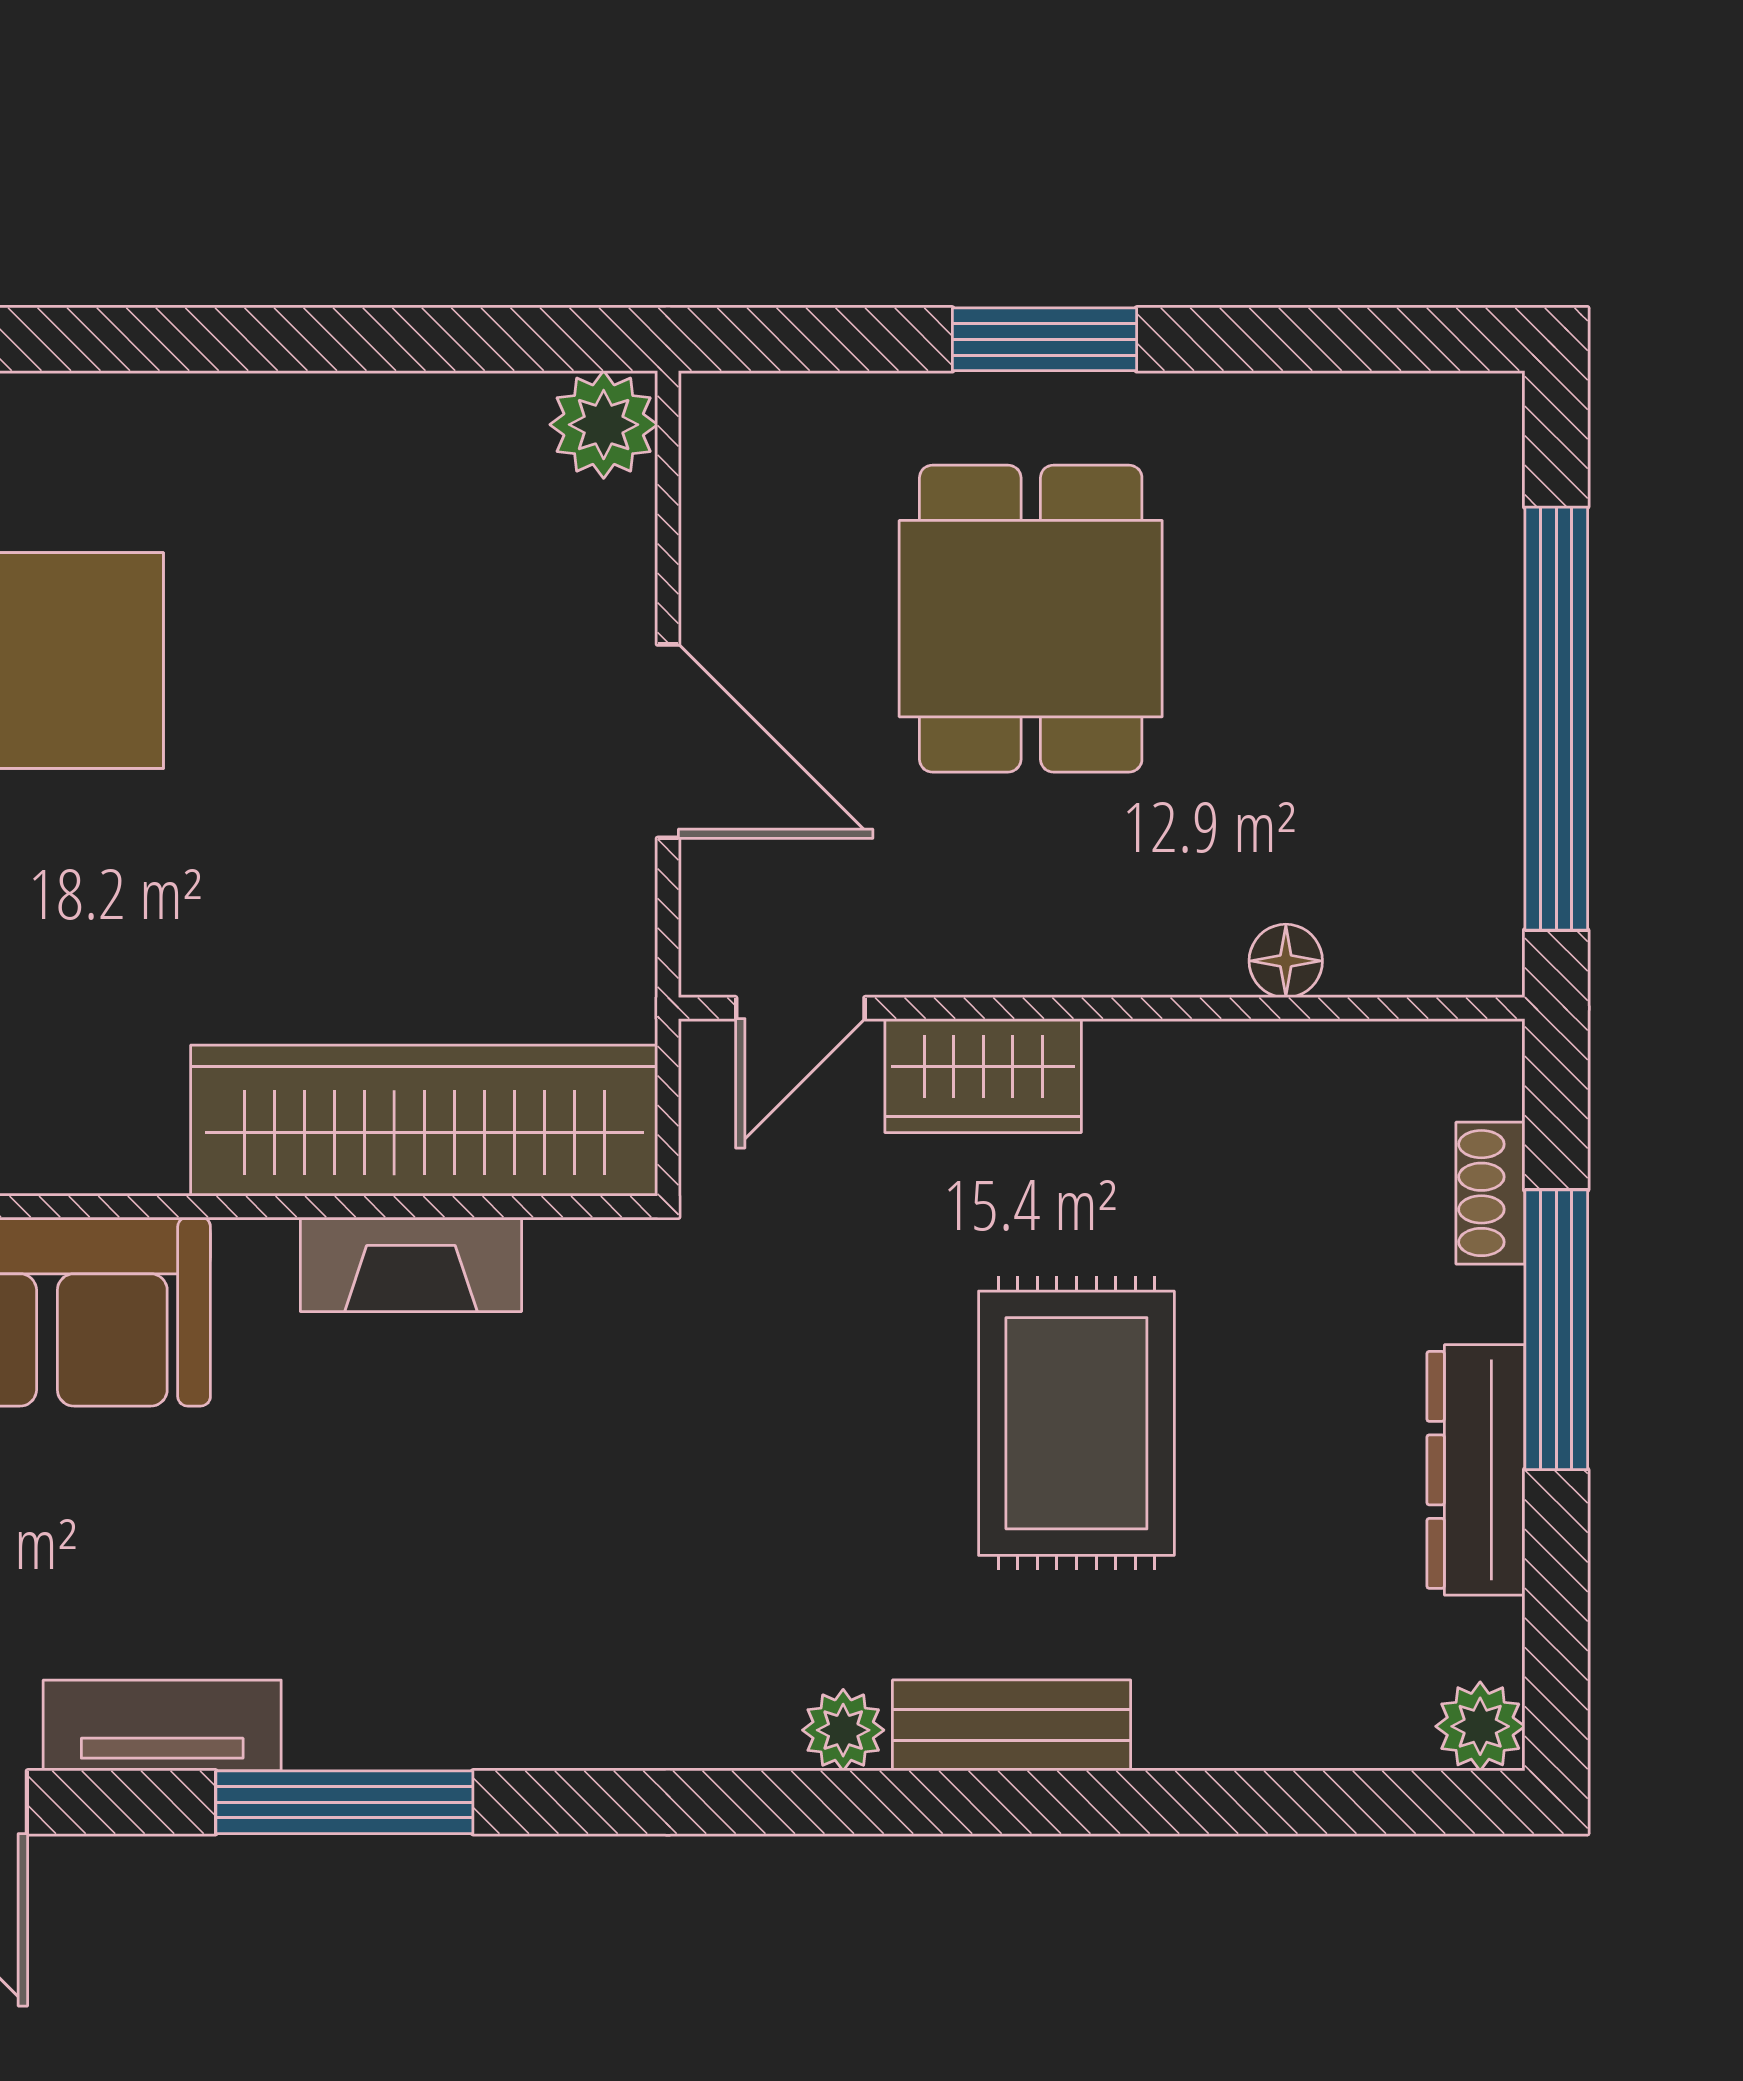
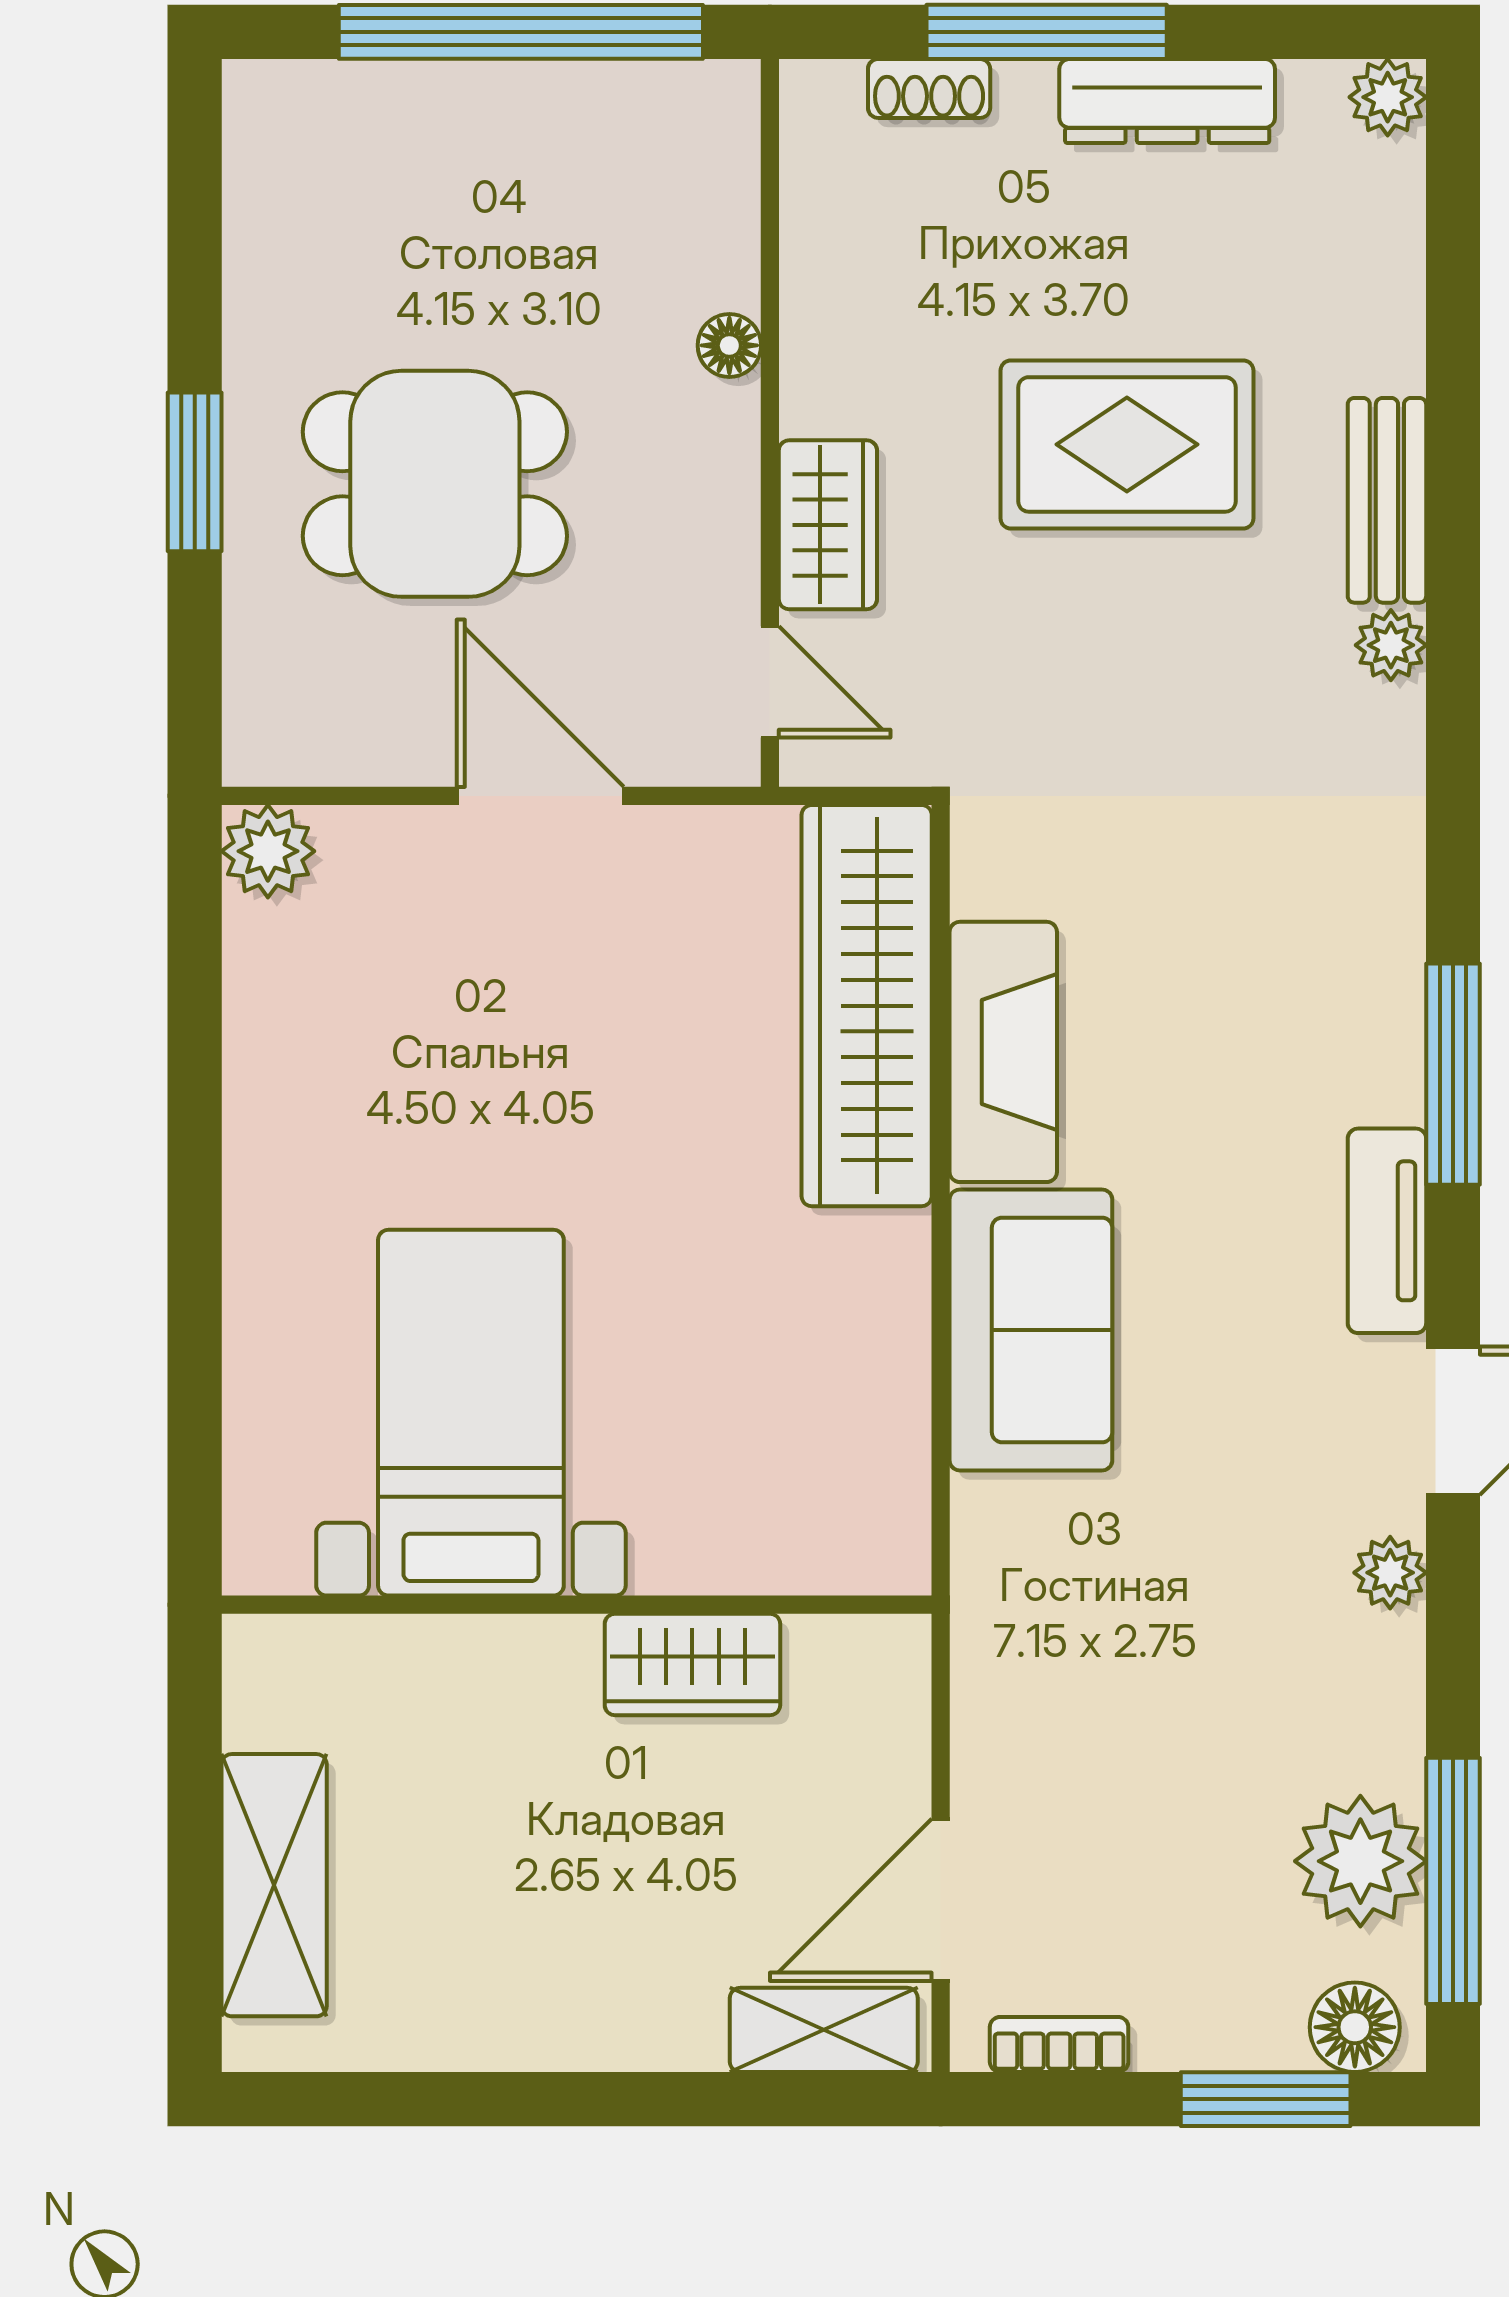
door: (668, 741) -> (540, 796), hinge flipped
floor lamp: (1286, 961) -> (729, 345), moved
fireplace: (411, 1264) -> (1003, 1052), width x1.37, depth x1.32

